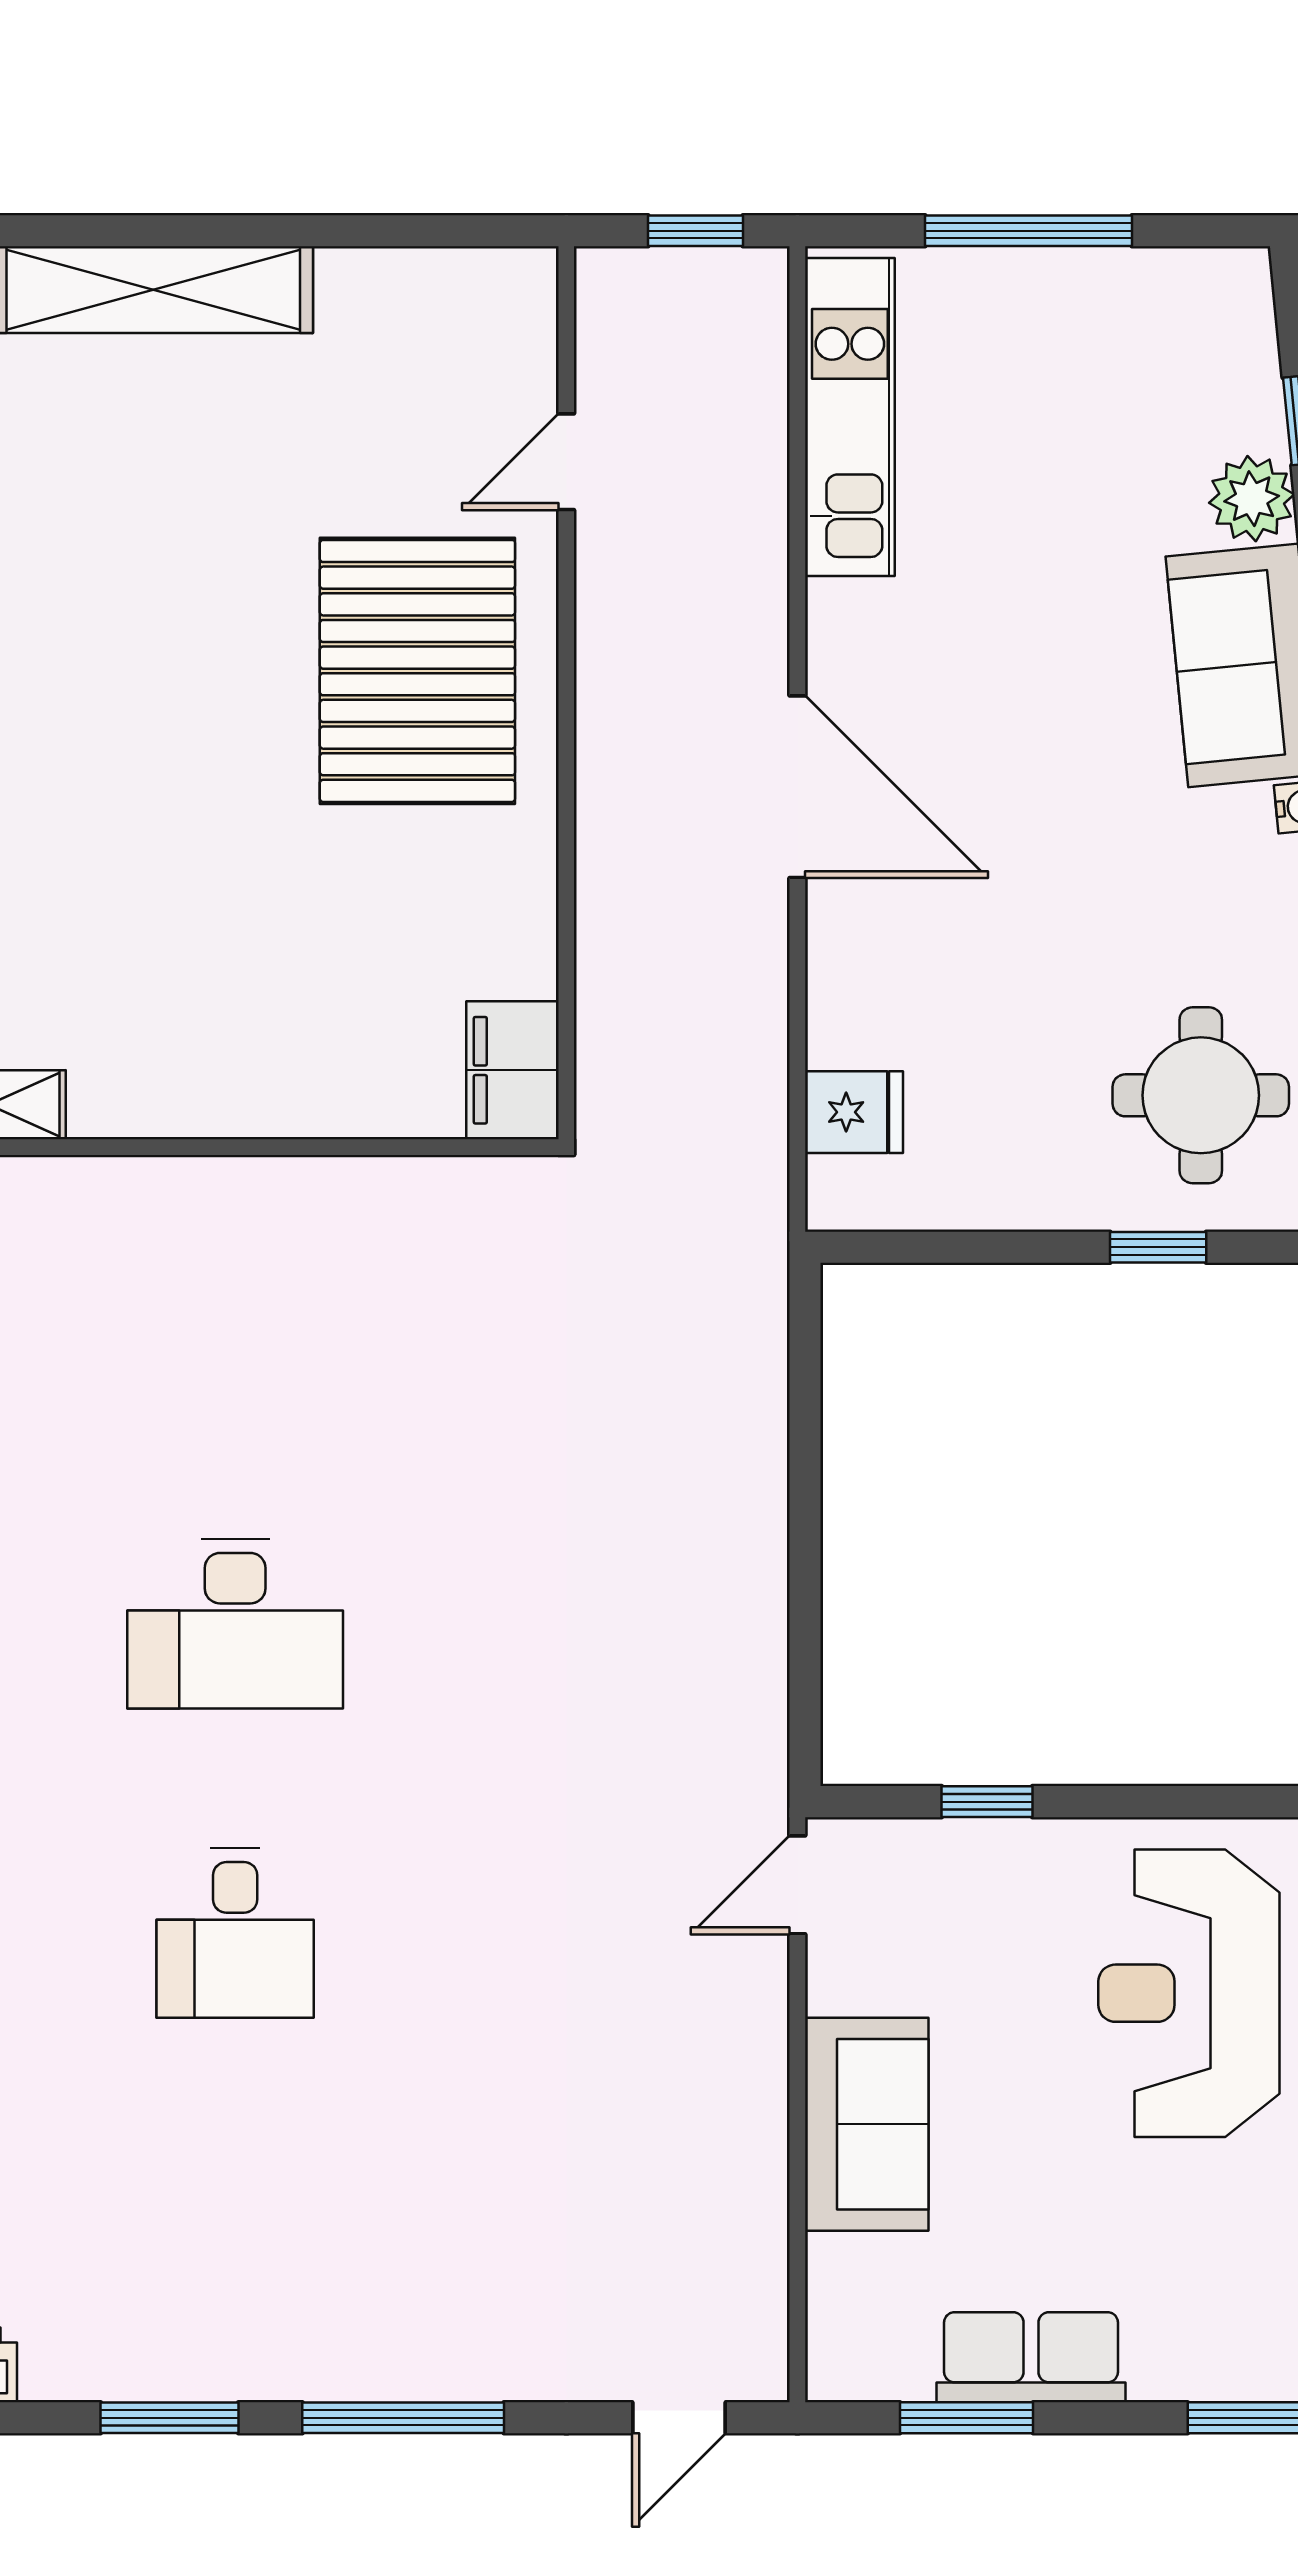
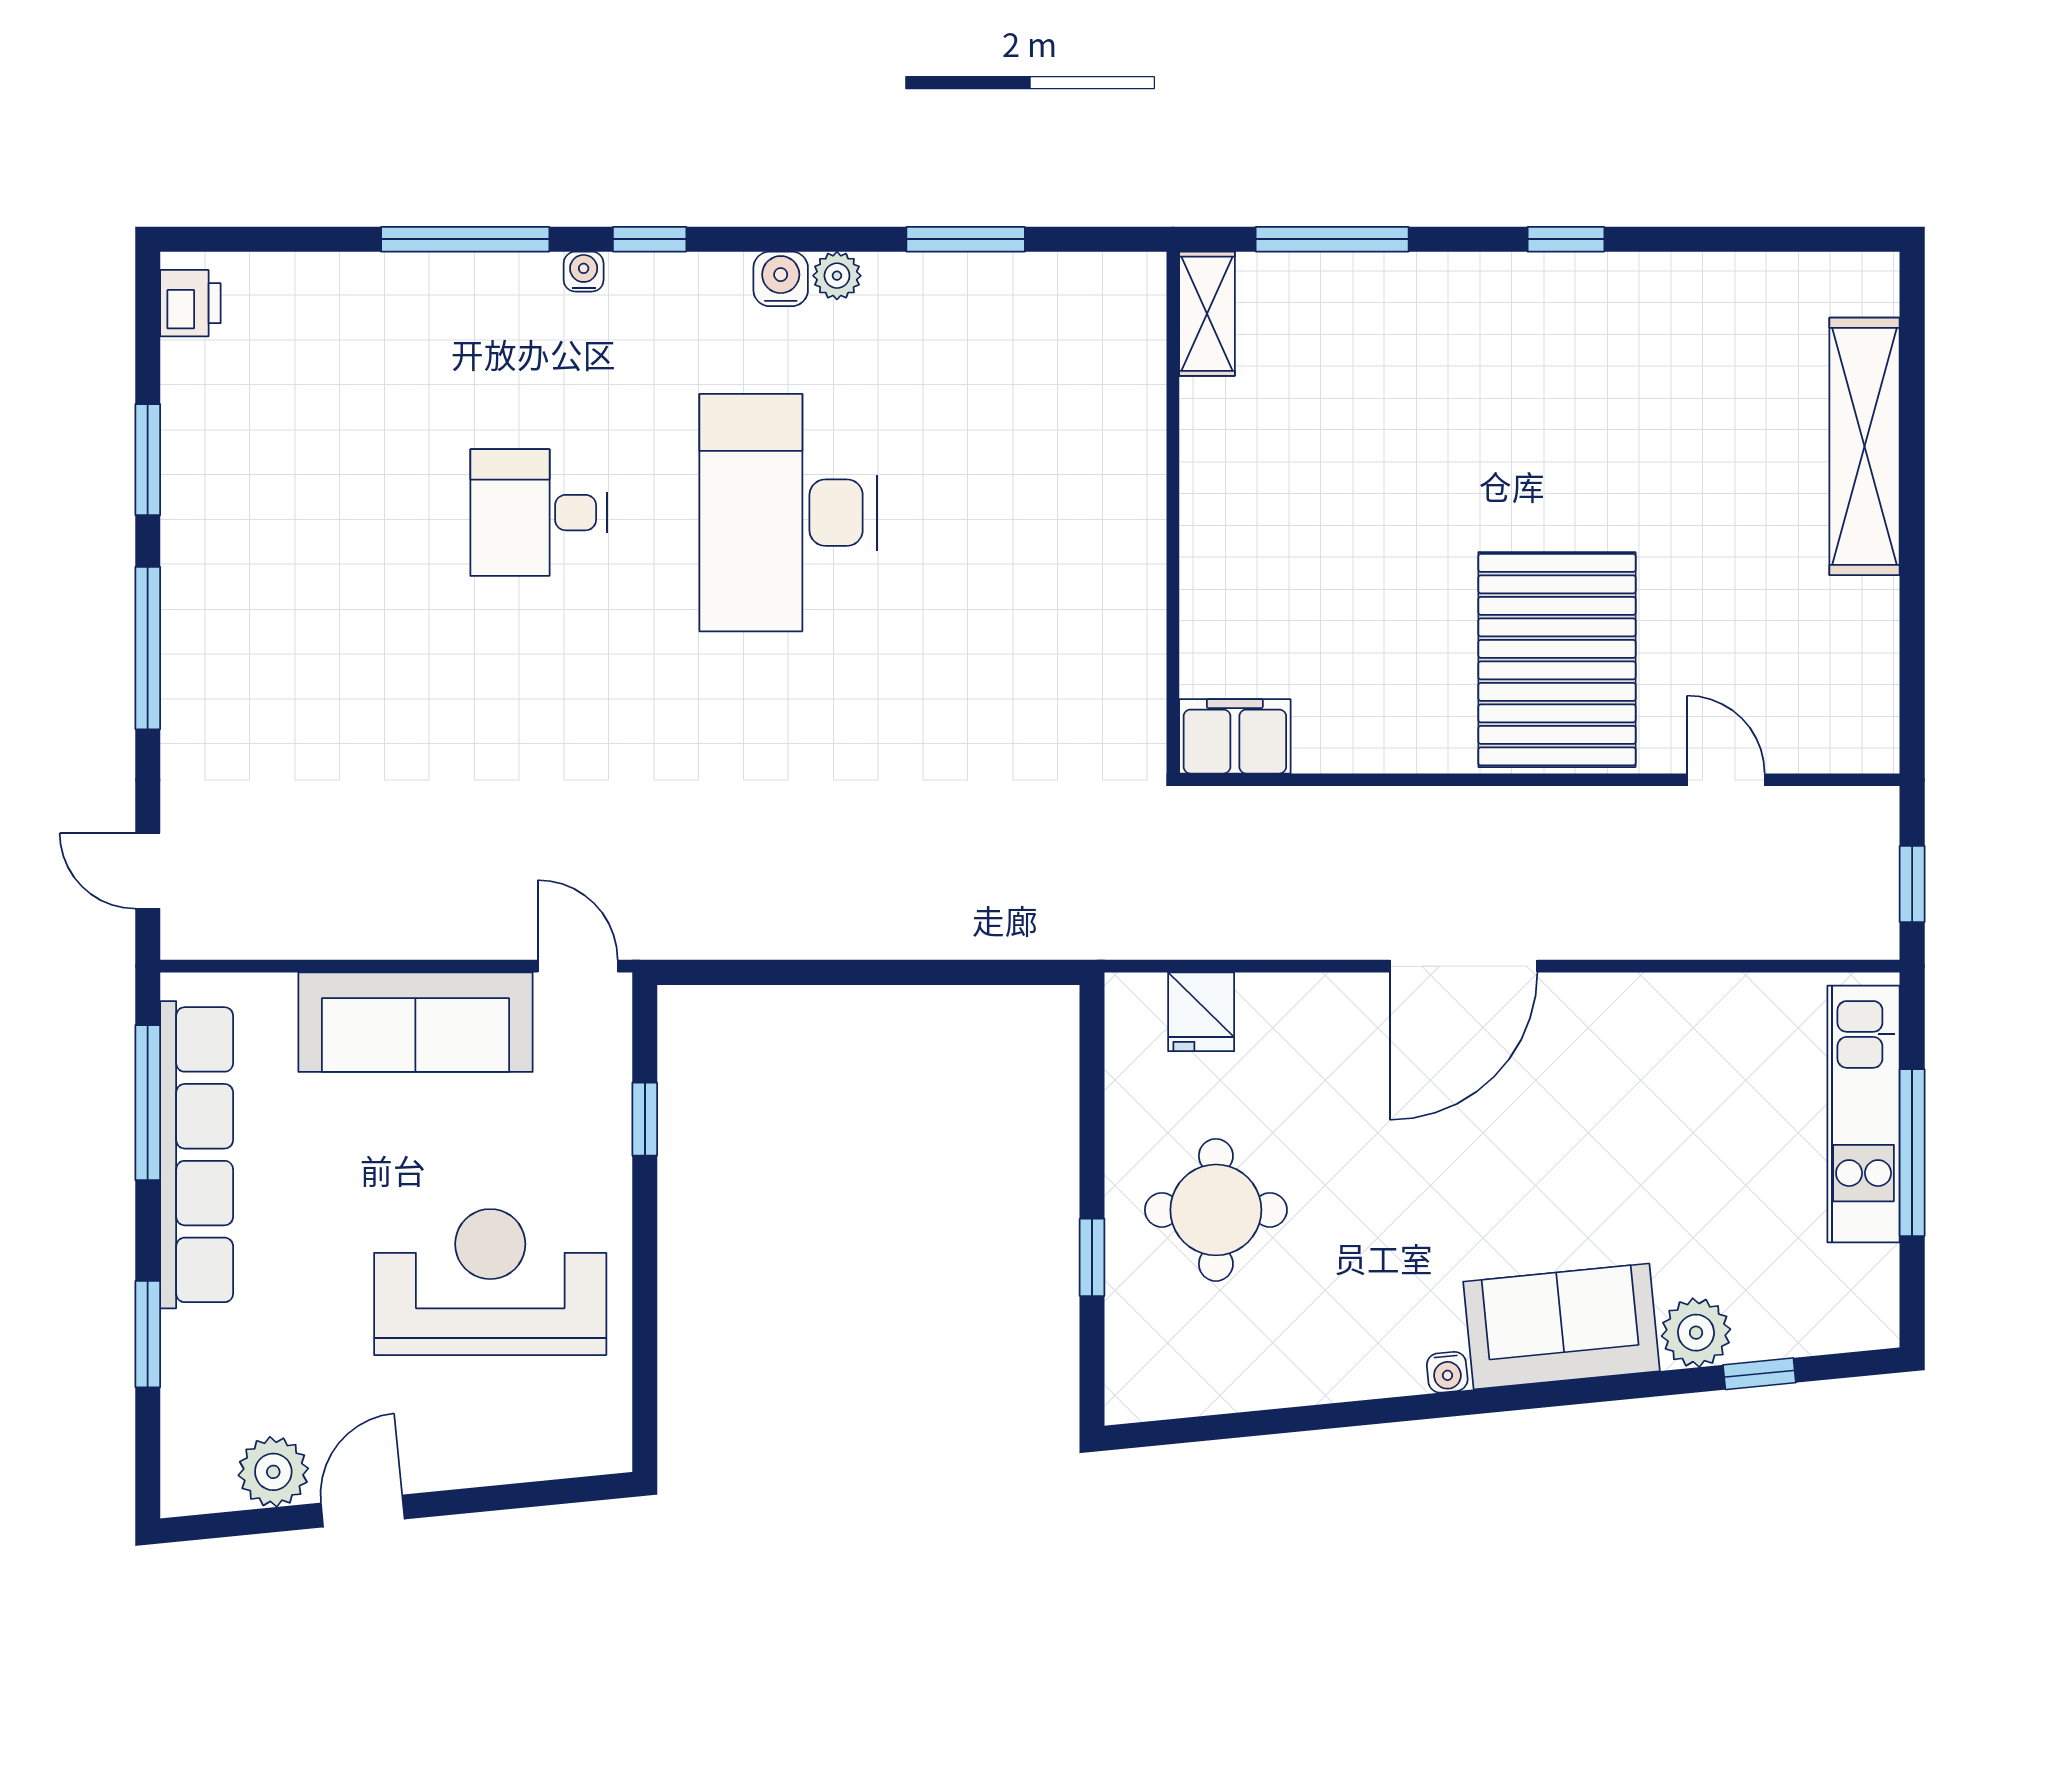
kitchen unit: (850, 417) -> (1864, 1114), moved, turned 90
pallet: (417, 671) -> (1557, 660), turned 90
round table: (1201, 1095) -> (1216, 1210), moved
desk: (235, 1624) -> (788, 513), width x1.36, depth x1.30
sofa: (867, 2124) -> (415, 1022), width x1.36
row of seats: (1031, 2357) -> (197, 1155), width x2.02
window: (967, 2418) -> (148, 1103), width x1.44

